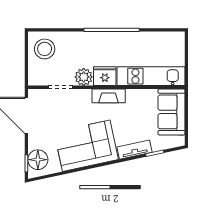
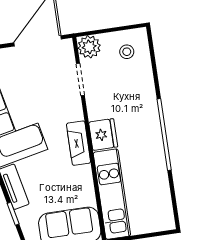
stool: (45, 49) -> (127, 52), width x0.53, depth x0.53
plant: (84, 77) -> (89, 47), moved

